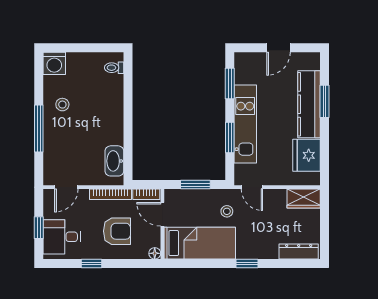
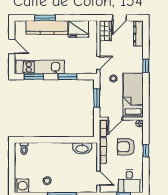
kitchen unit: (245, 124) -> (40, 67), moved
door: (325, 221) -> (119, 18), added
armchair: (117, 231) -> (126, 147), turned -90
window: (91, 263) -> (146, 151), moved

